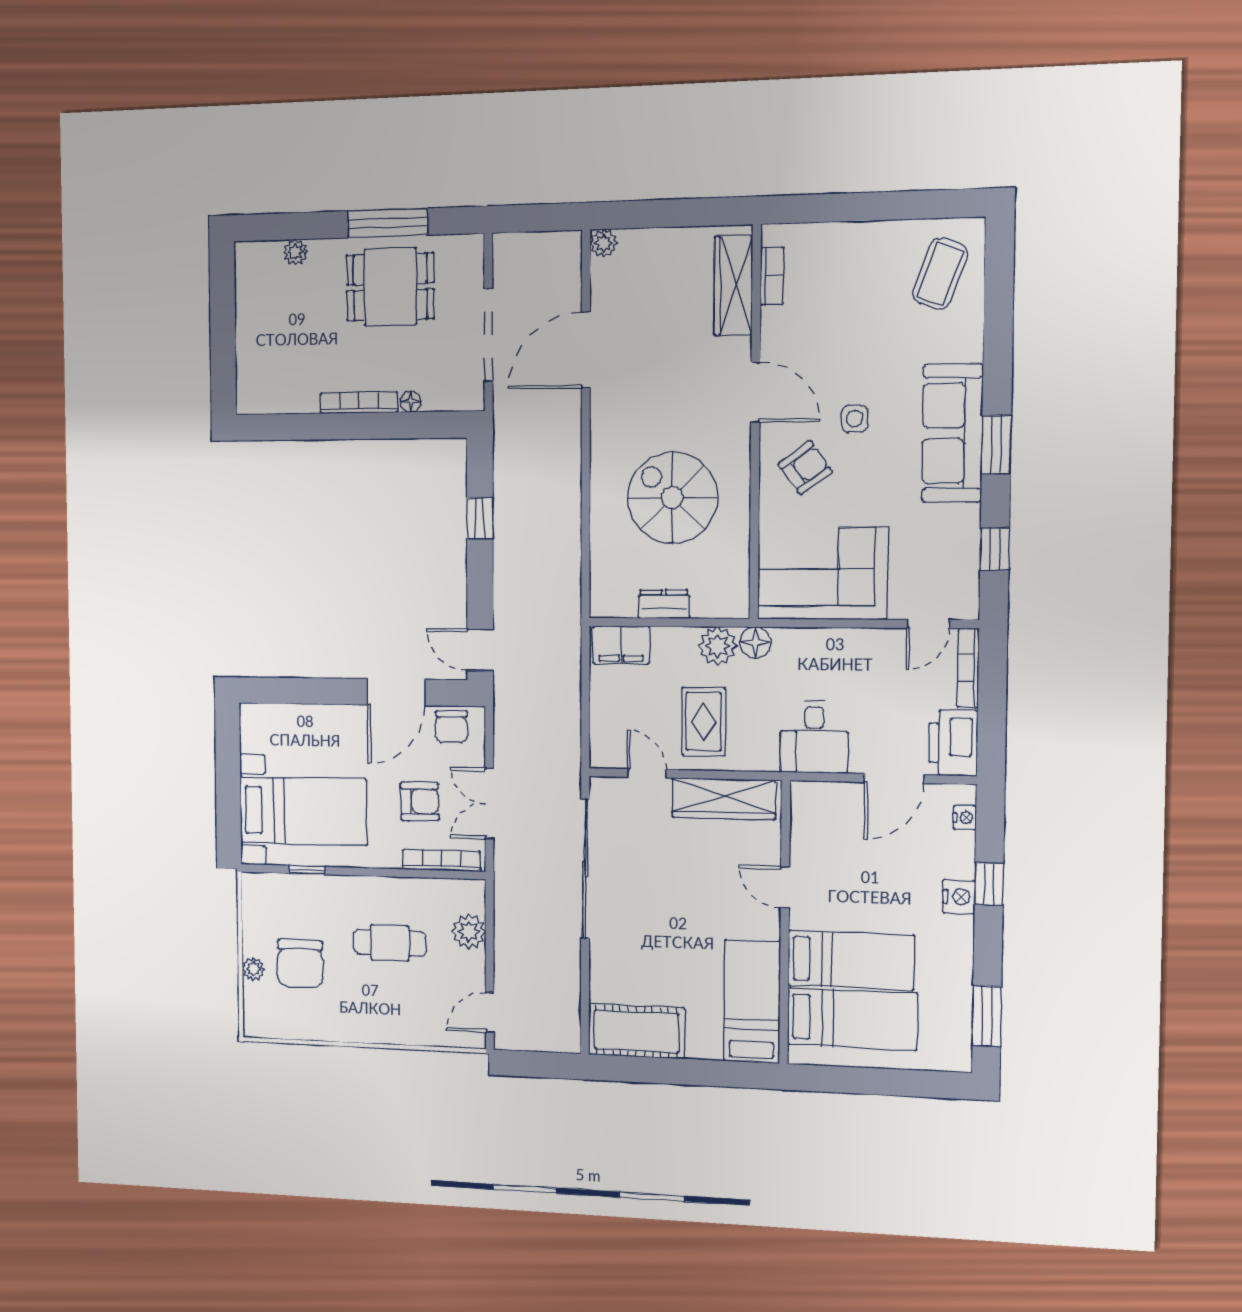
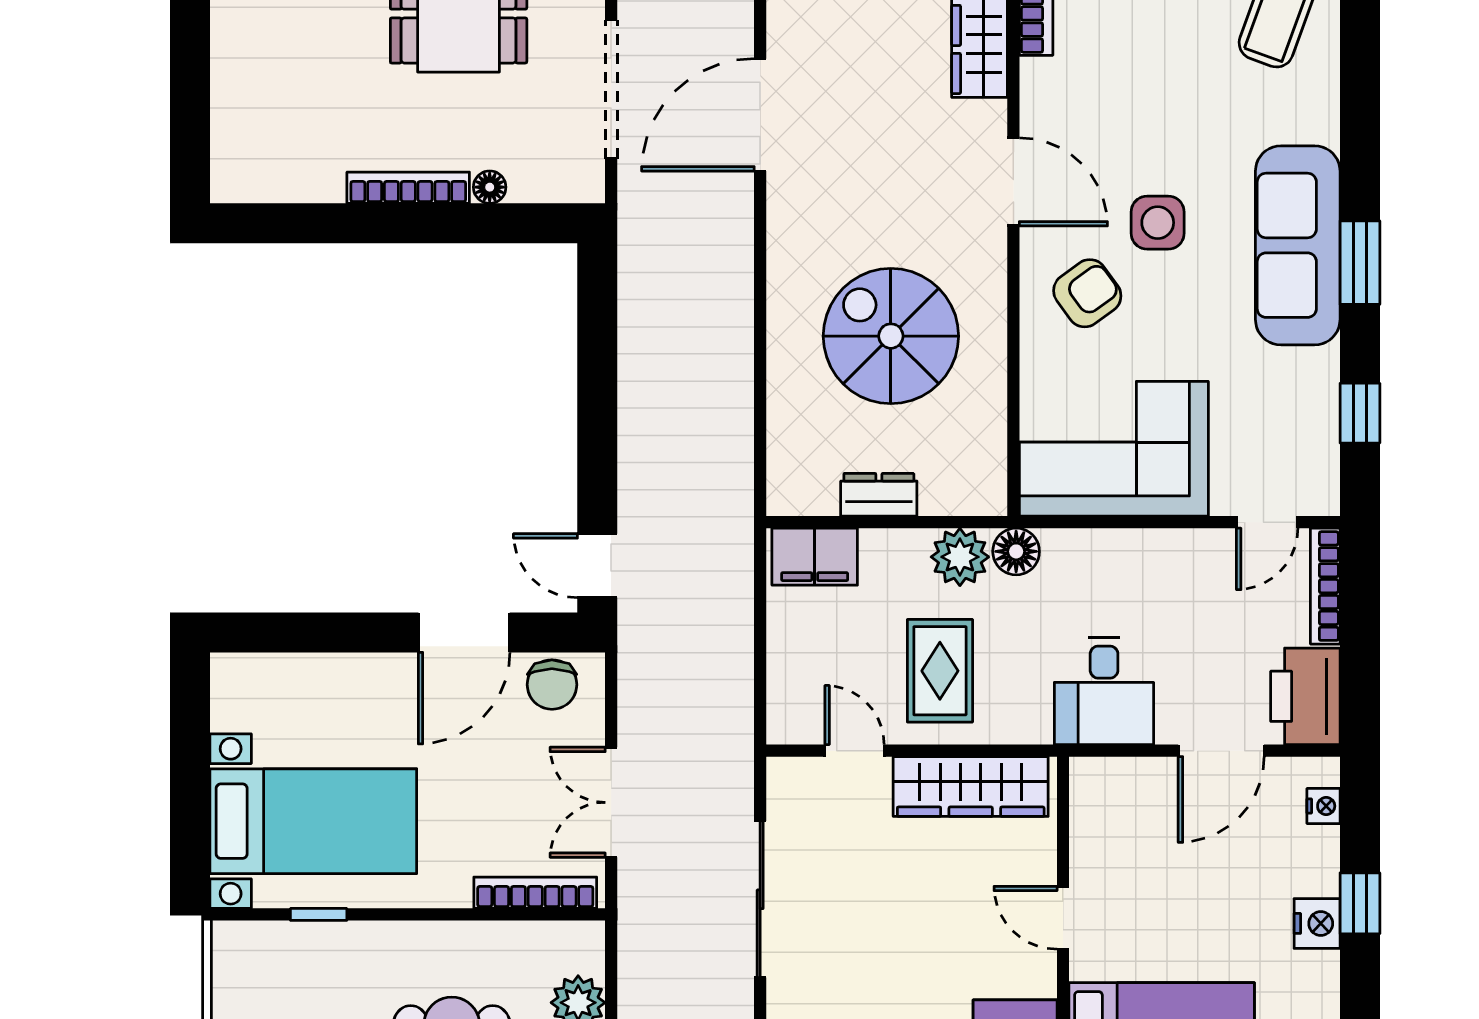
side table: (855, 419) -> (1158, 223), width x1.37, depth x1.37
window: (480, 519) -> (597, 366), removed
armchair: (420, 801) -> (501, 802), removed
sliding door: (585, 869) -> (760, 899), width x0.73

